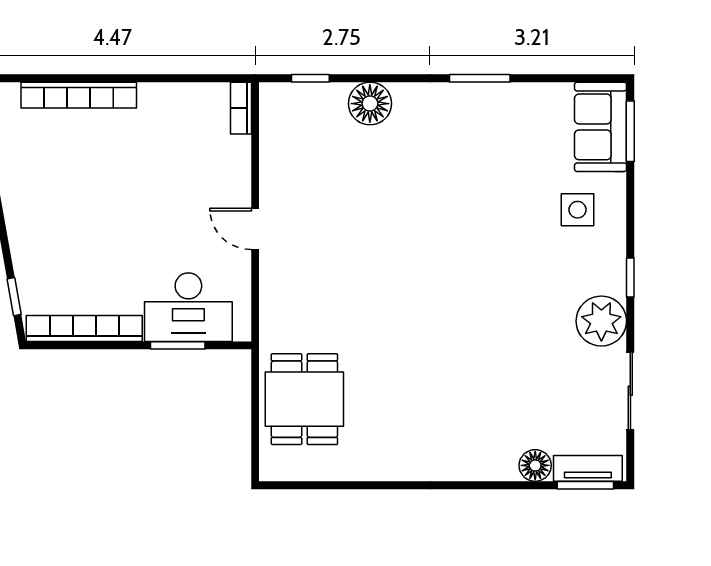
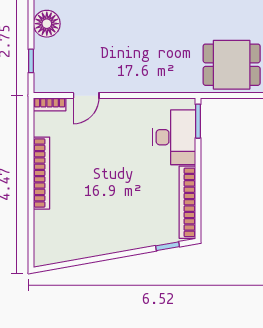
bookcase: (79, 95) -> (42, 173), moved
door: (255, 229) -> (86, 96), moved
window: (178, 345) -> (198, 121), moved

